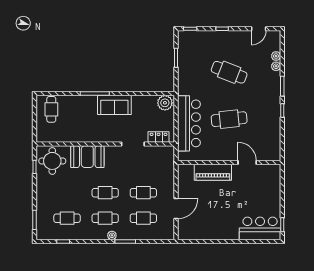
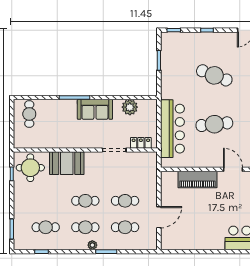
plant: (165, 103) -> (130, 107), moved

